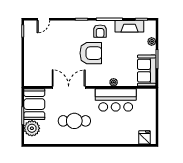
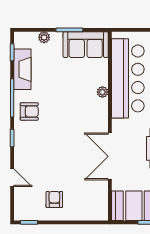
door: (43, 19) -> (12, 178), moved
armchair: (91, 53) -> (54, 199), moved, width x0.53, depth x0.53
bar counter: (116, 100) -> (128, 78), width x1.36

